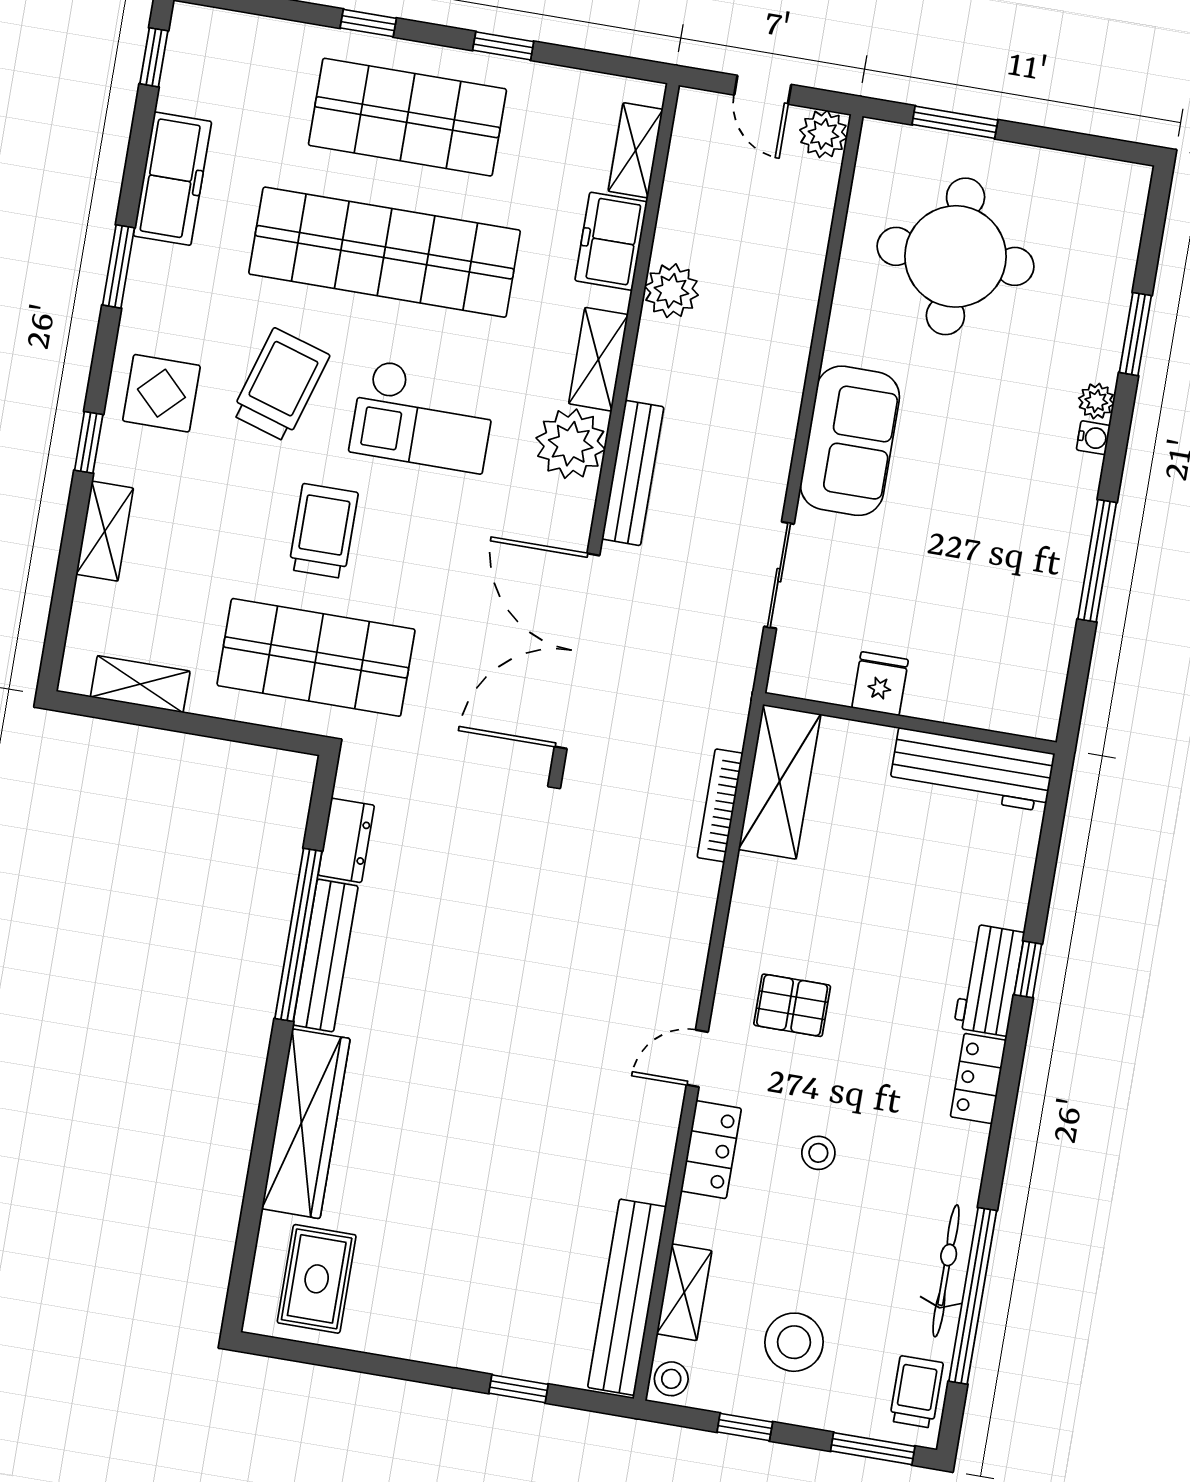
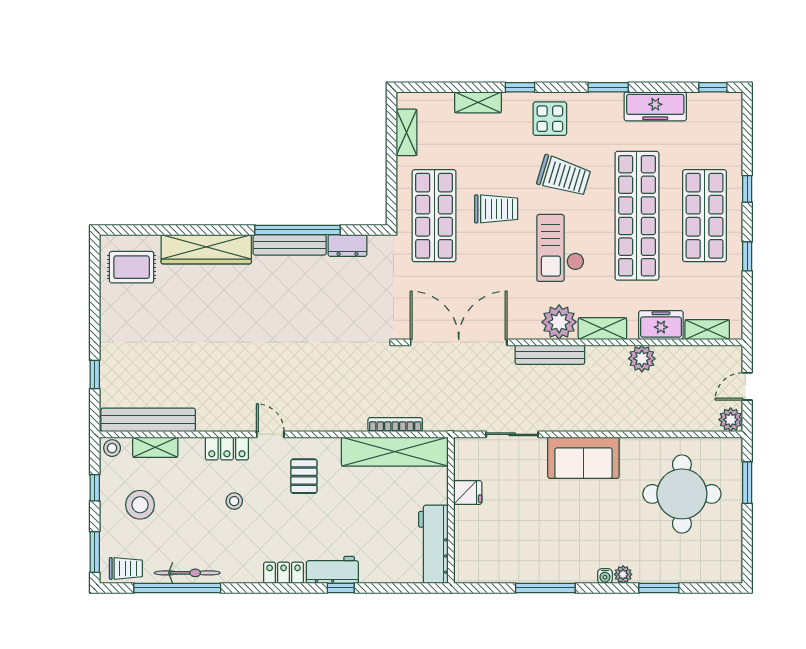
shelving: (780, 782) -> (395, 452), width x1.47

